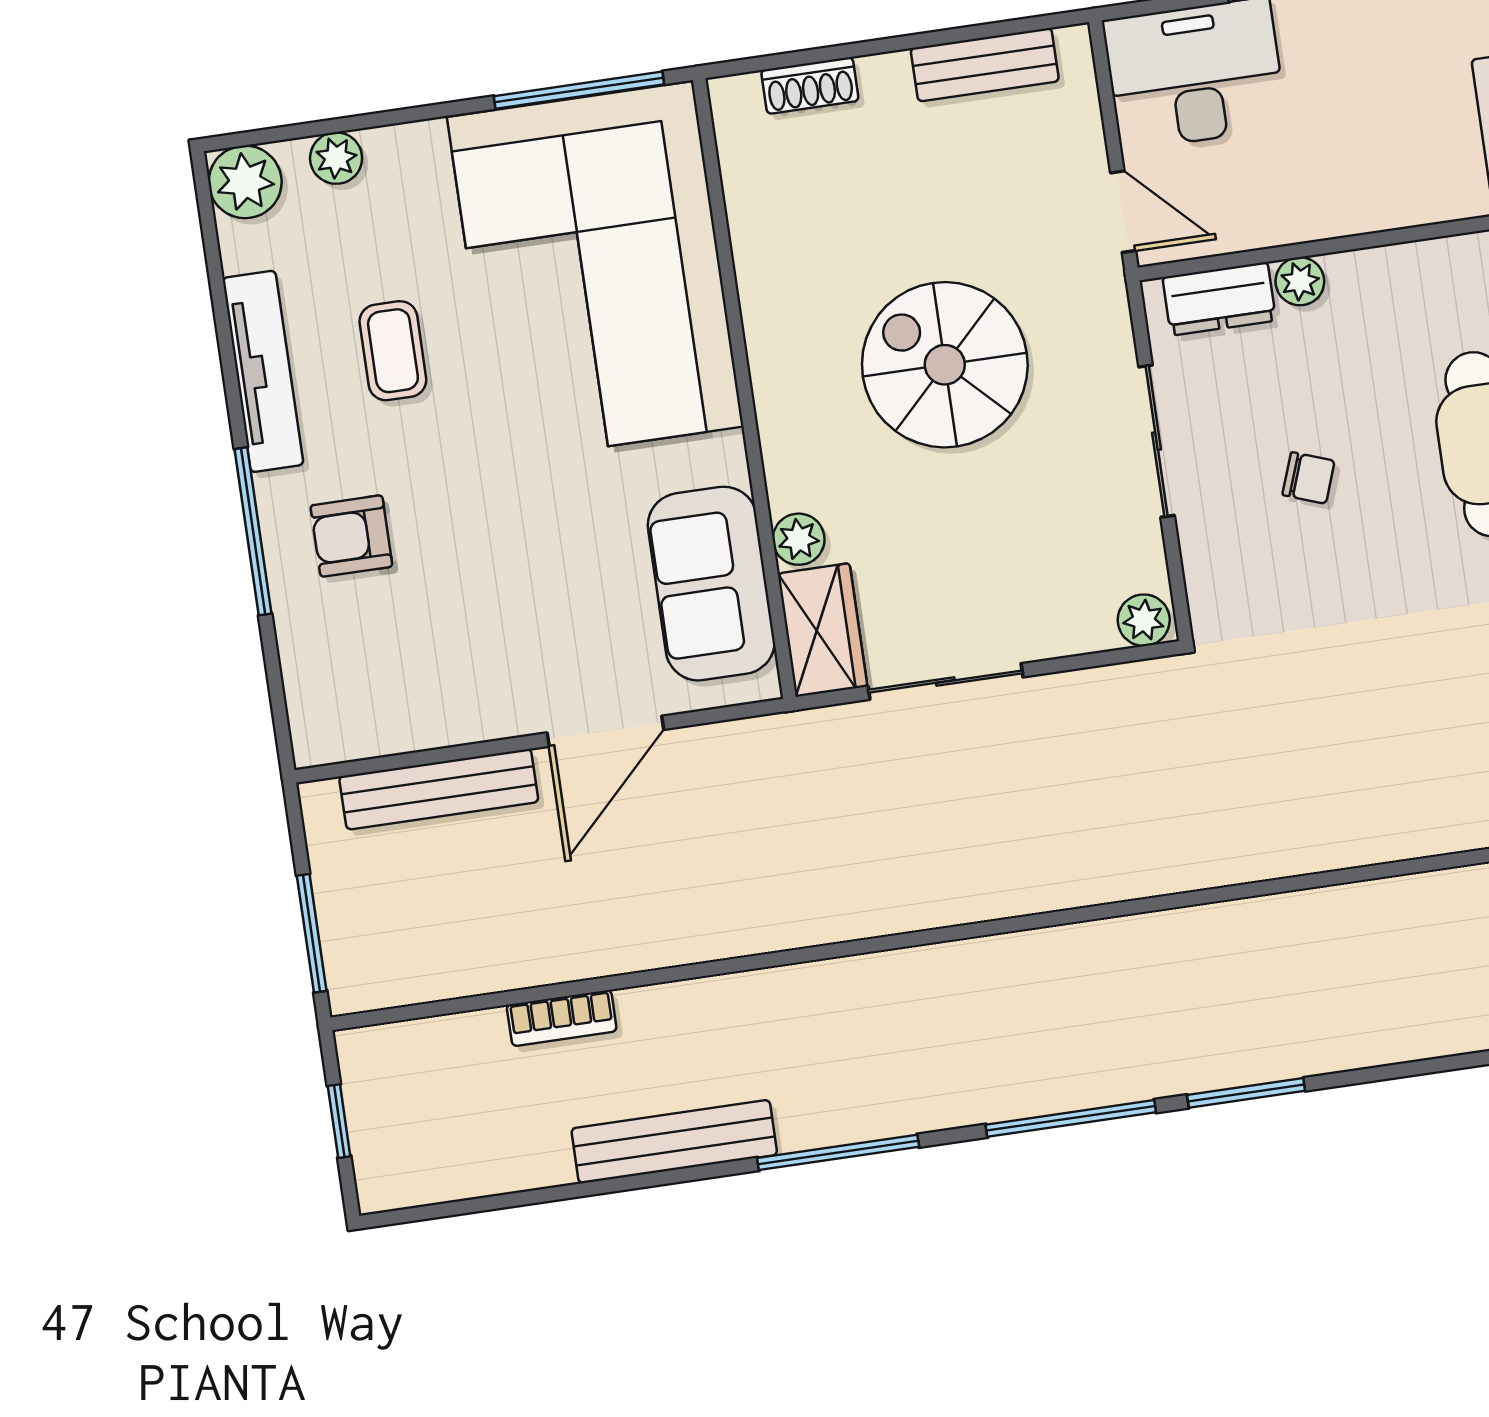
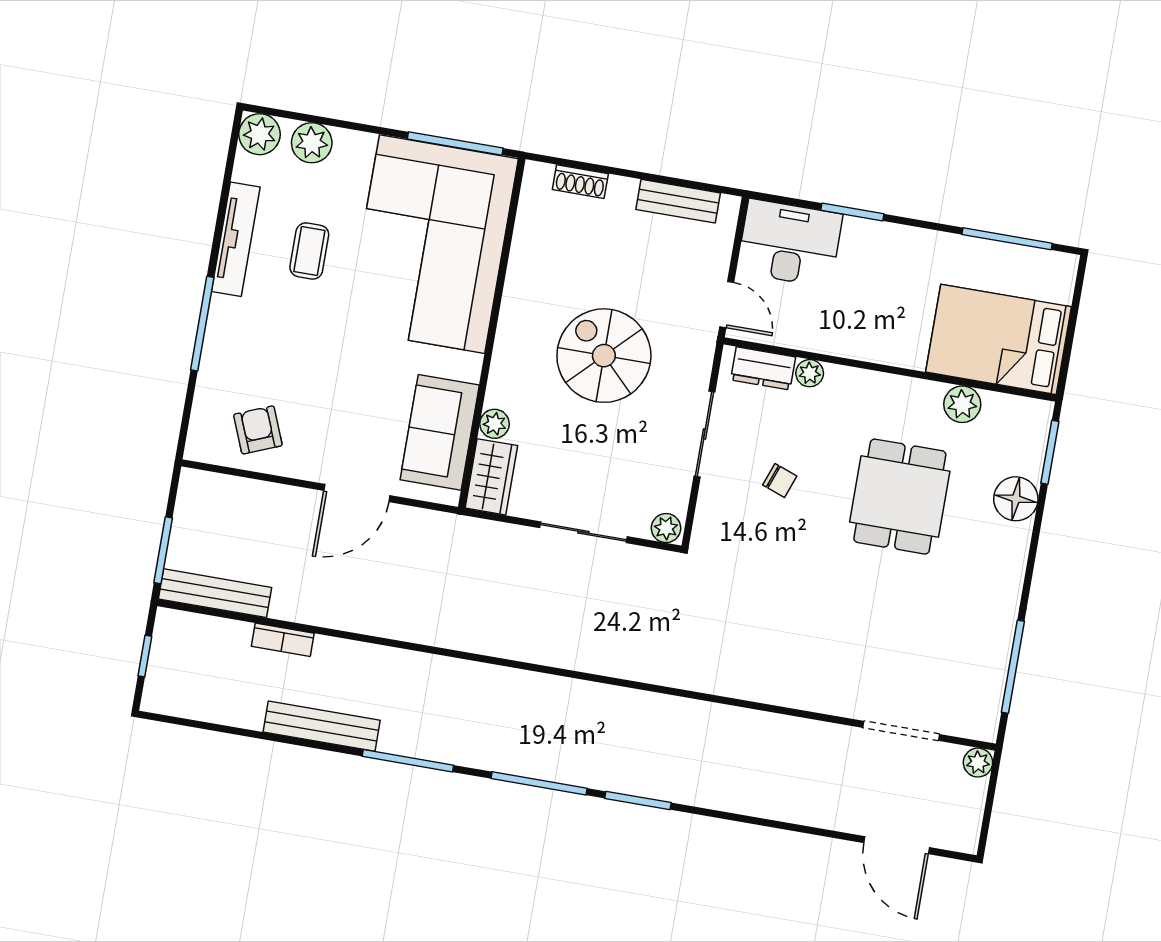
plant: (336, 158) -> (312, 143), width x1.38, depth x1.38
armchair: (351, 536) -> (258, 430), moved, turned 68
sliding door: (945, 682) -> (583, 532), moved
bench: (439, 789) -> (215, 593), moved

